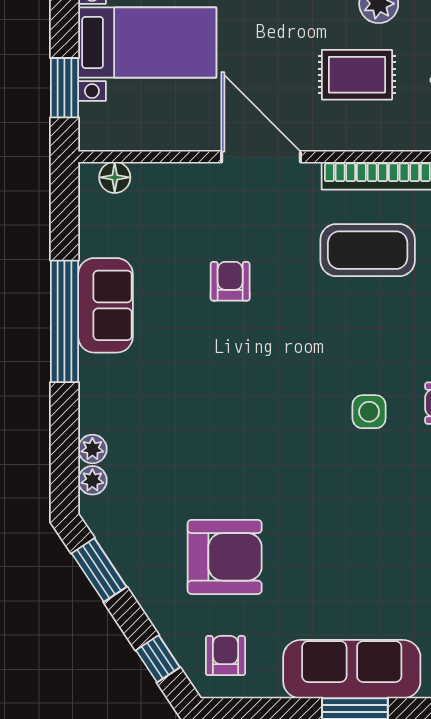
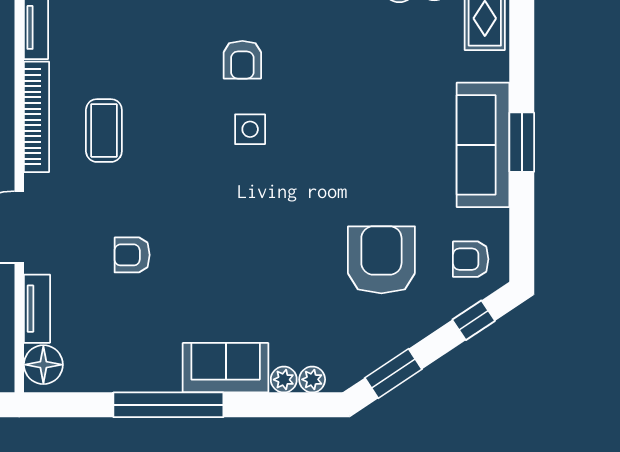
tv unit: (171, 176) -> (37, 309), added
floor lamp: (115, 177) -> (43, 365), width x1.38, depth x1.38
coffee table: (368, 250) -> (104, 131), width x0.73, depth x0.76
sofa: (105, 305) -> (226, 368), moved

